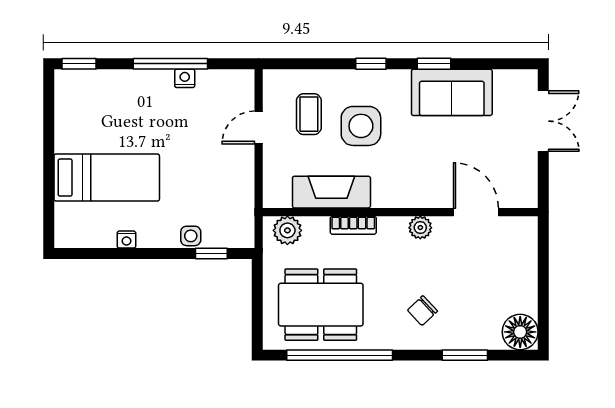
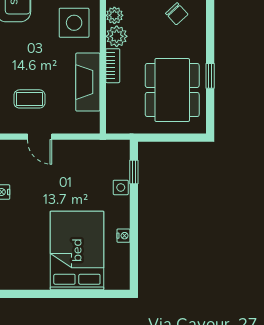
side table: (361, 126) -> (74, 23), moved
bed: (107, 178) -> (77, 250), width x1.50
plant: (287, 230) -> (117, 36), moved
window: (340, 355) -> (210, 76), width x0.32

